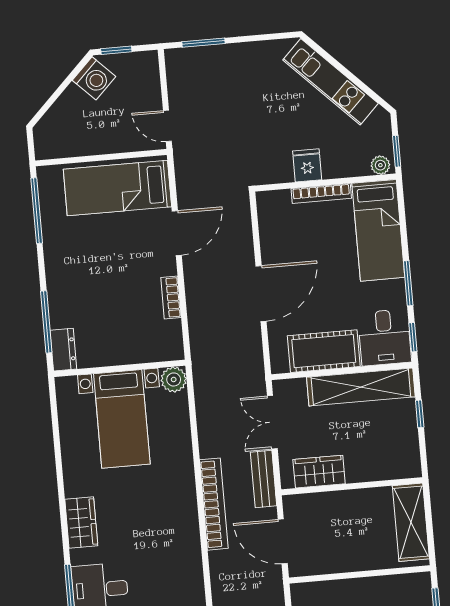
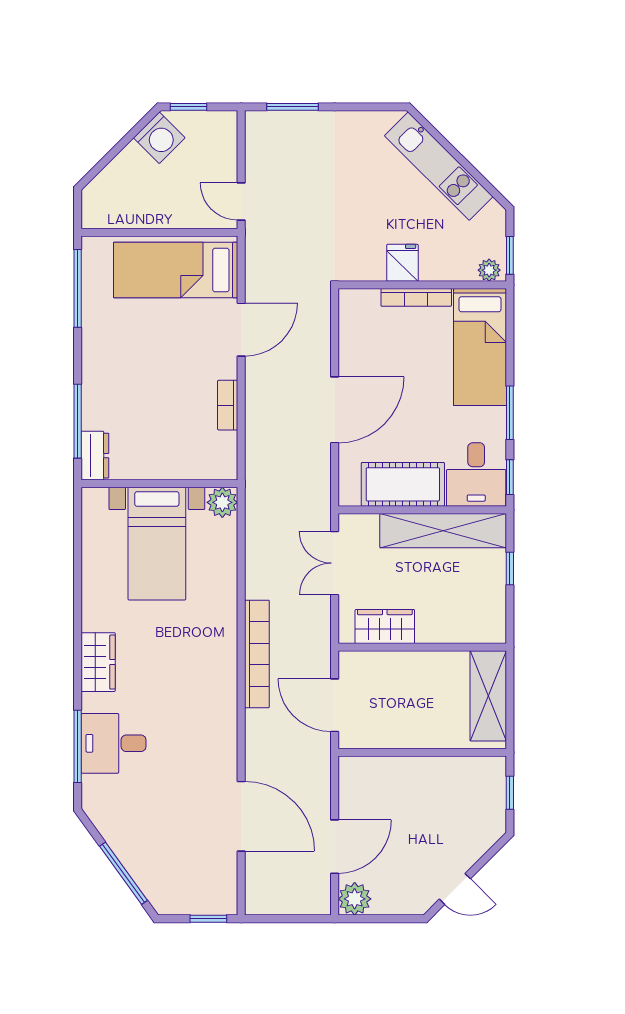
bench: (264, 479) -> (318, 629), removed

